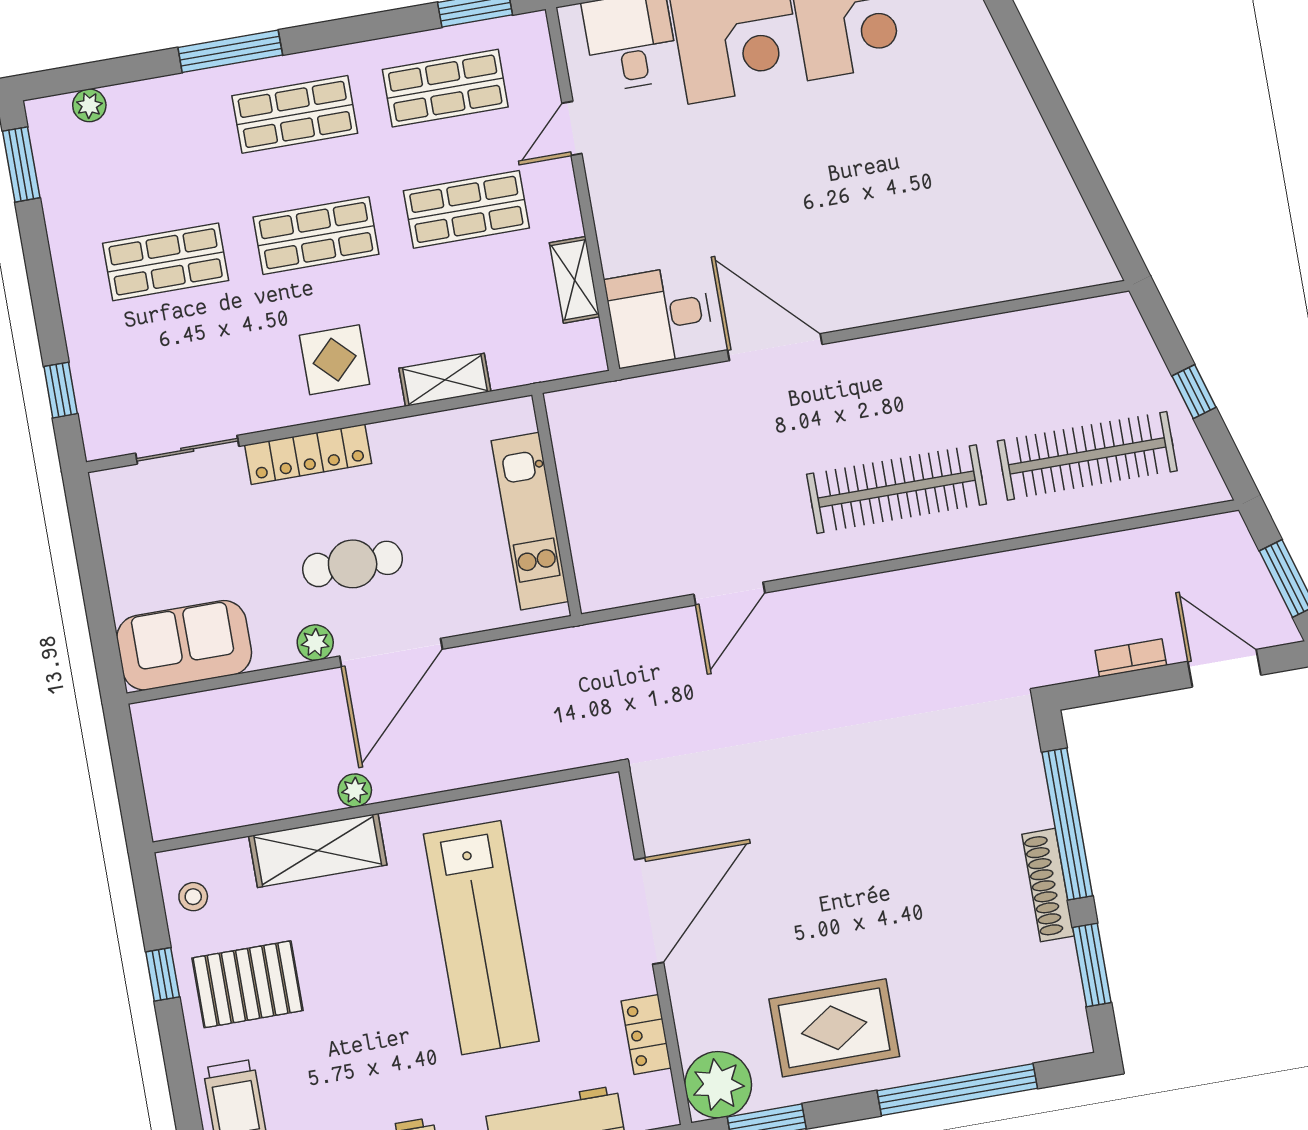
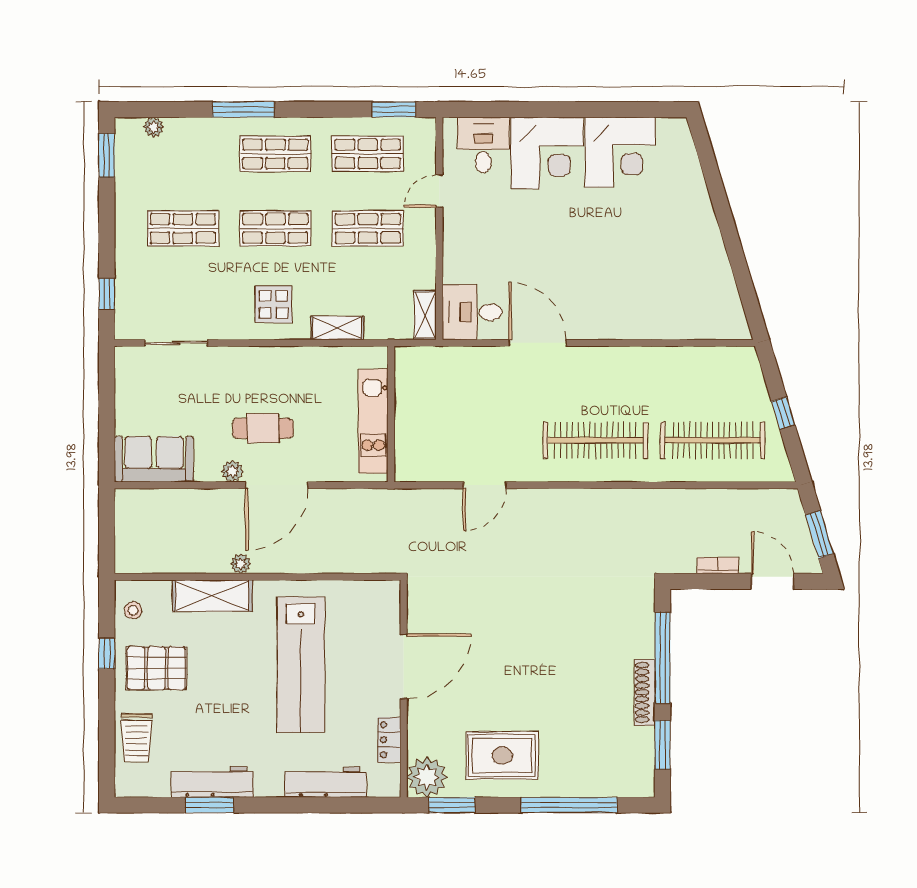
shelving: (575, 280) -> (425, 315), moved
locker: (308, 454) -> (248, 358), removed

